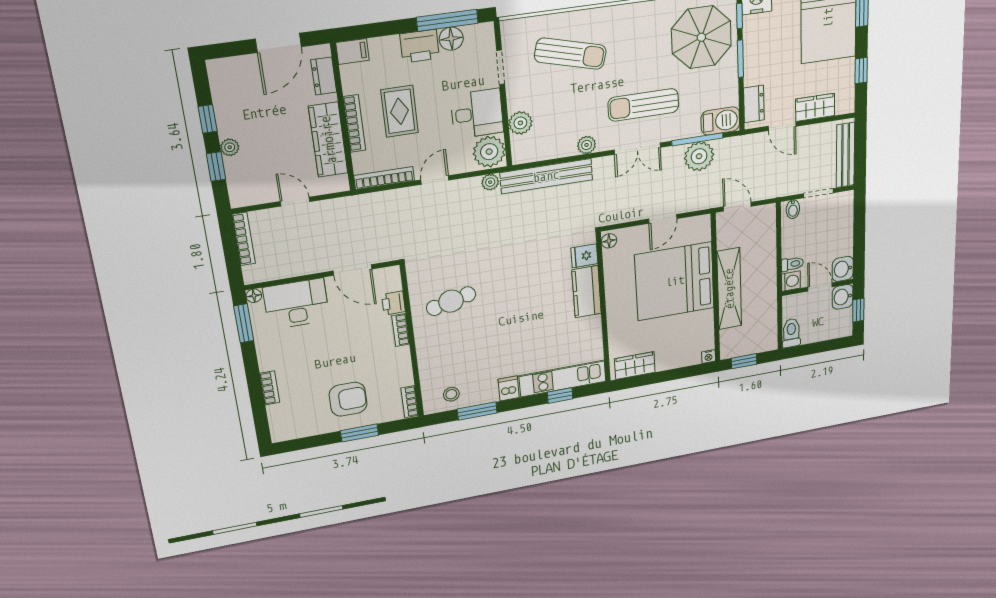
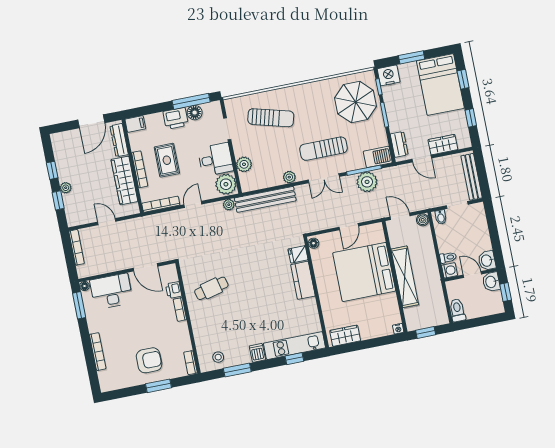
dresser: (324, 76) -> (119, 140), width x1.44
boiler: (768, 212) -> (423, 220), added
bookcase: (270, 388) -> (98, 352), width x1.56

